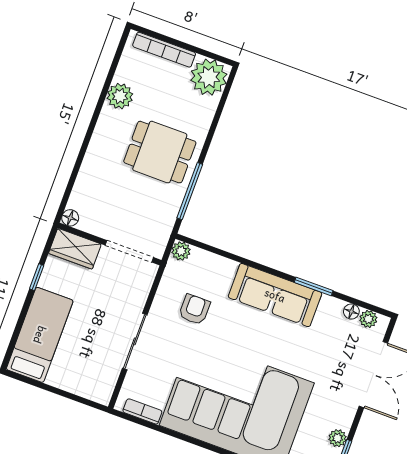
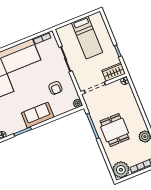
dining table: (160, 152) -> (115, 130), turned 90
sofa: (275, 295) -> (38, 115), width x0.73
bed: (40, 335) -> (87, 38), moved

